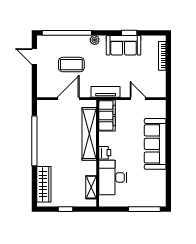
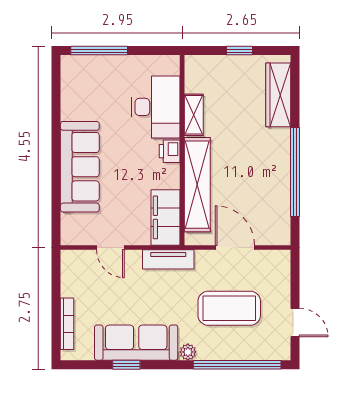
sofa: (124, 45) -> (136, 343), width x1.36
coffee table: (71, 65) -> (229, 308), width x1.36, depth x1.32
door: (68, 99) -> (235, 247), swing flipped
shelving: (91, 187) -> (194, 115), moved

